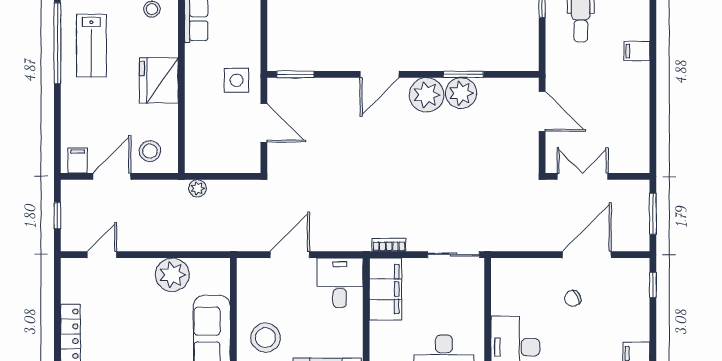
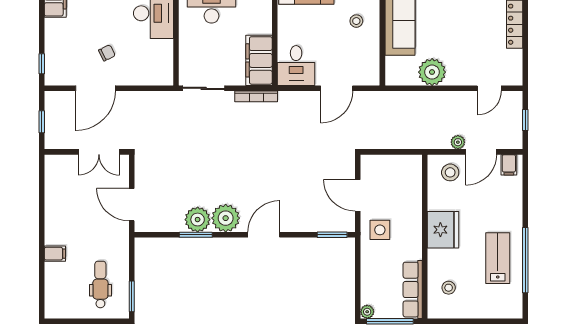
plant: (197, 188) -> (458, 142), moved
window: (653, 214) -> (42, 122), width x0.67
bookcase: (389, 245) -> (256, 96), width x1.56
stool: (265, 338) -> (356, 21), width x0.53, depth x0.53

